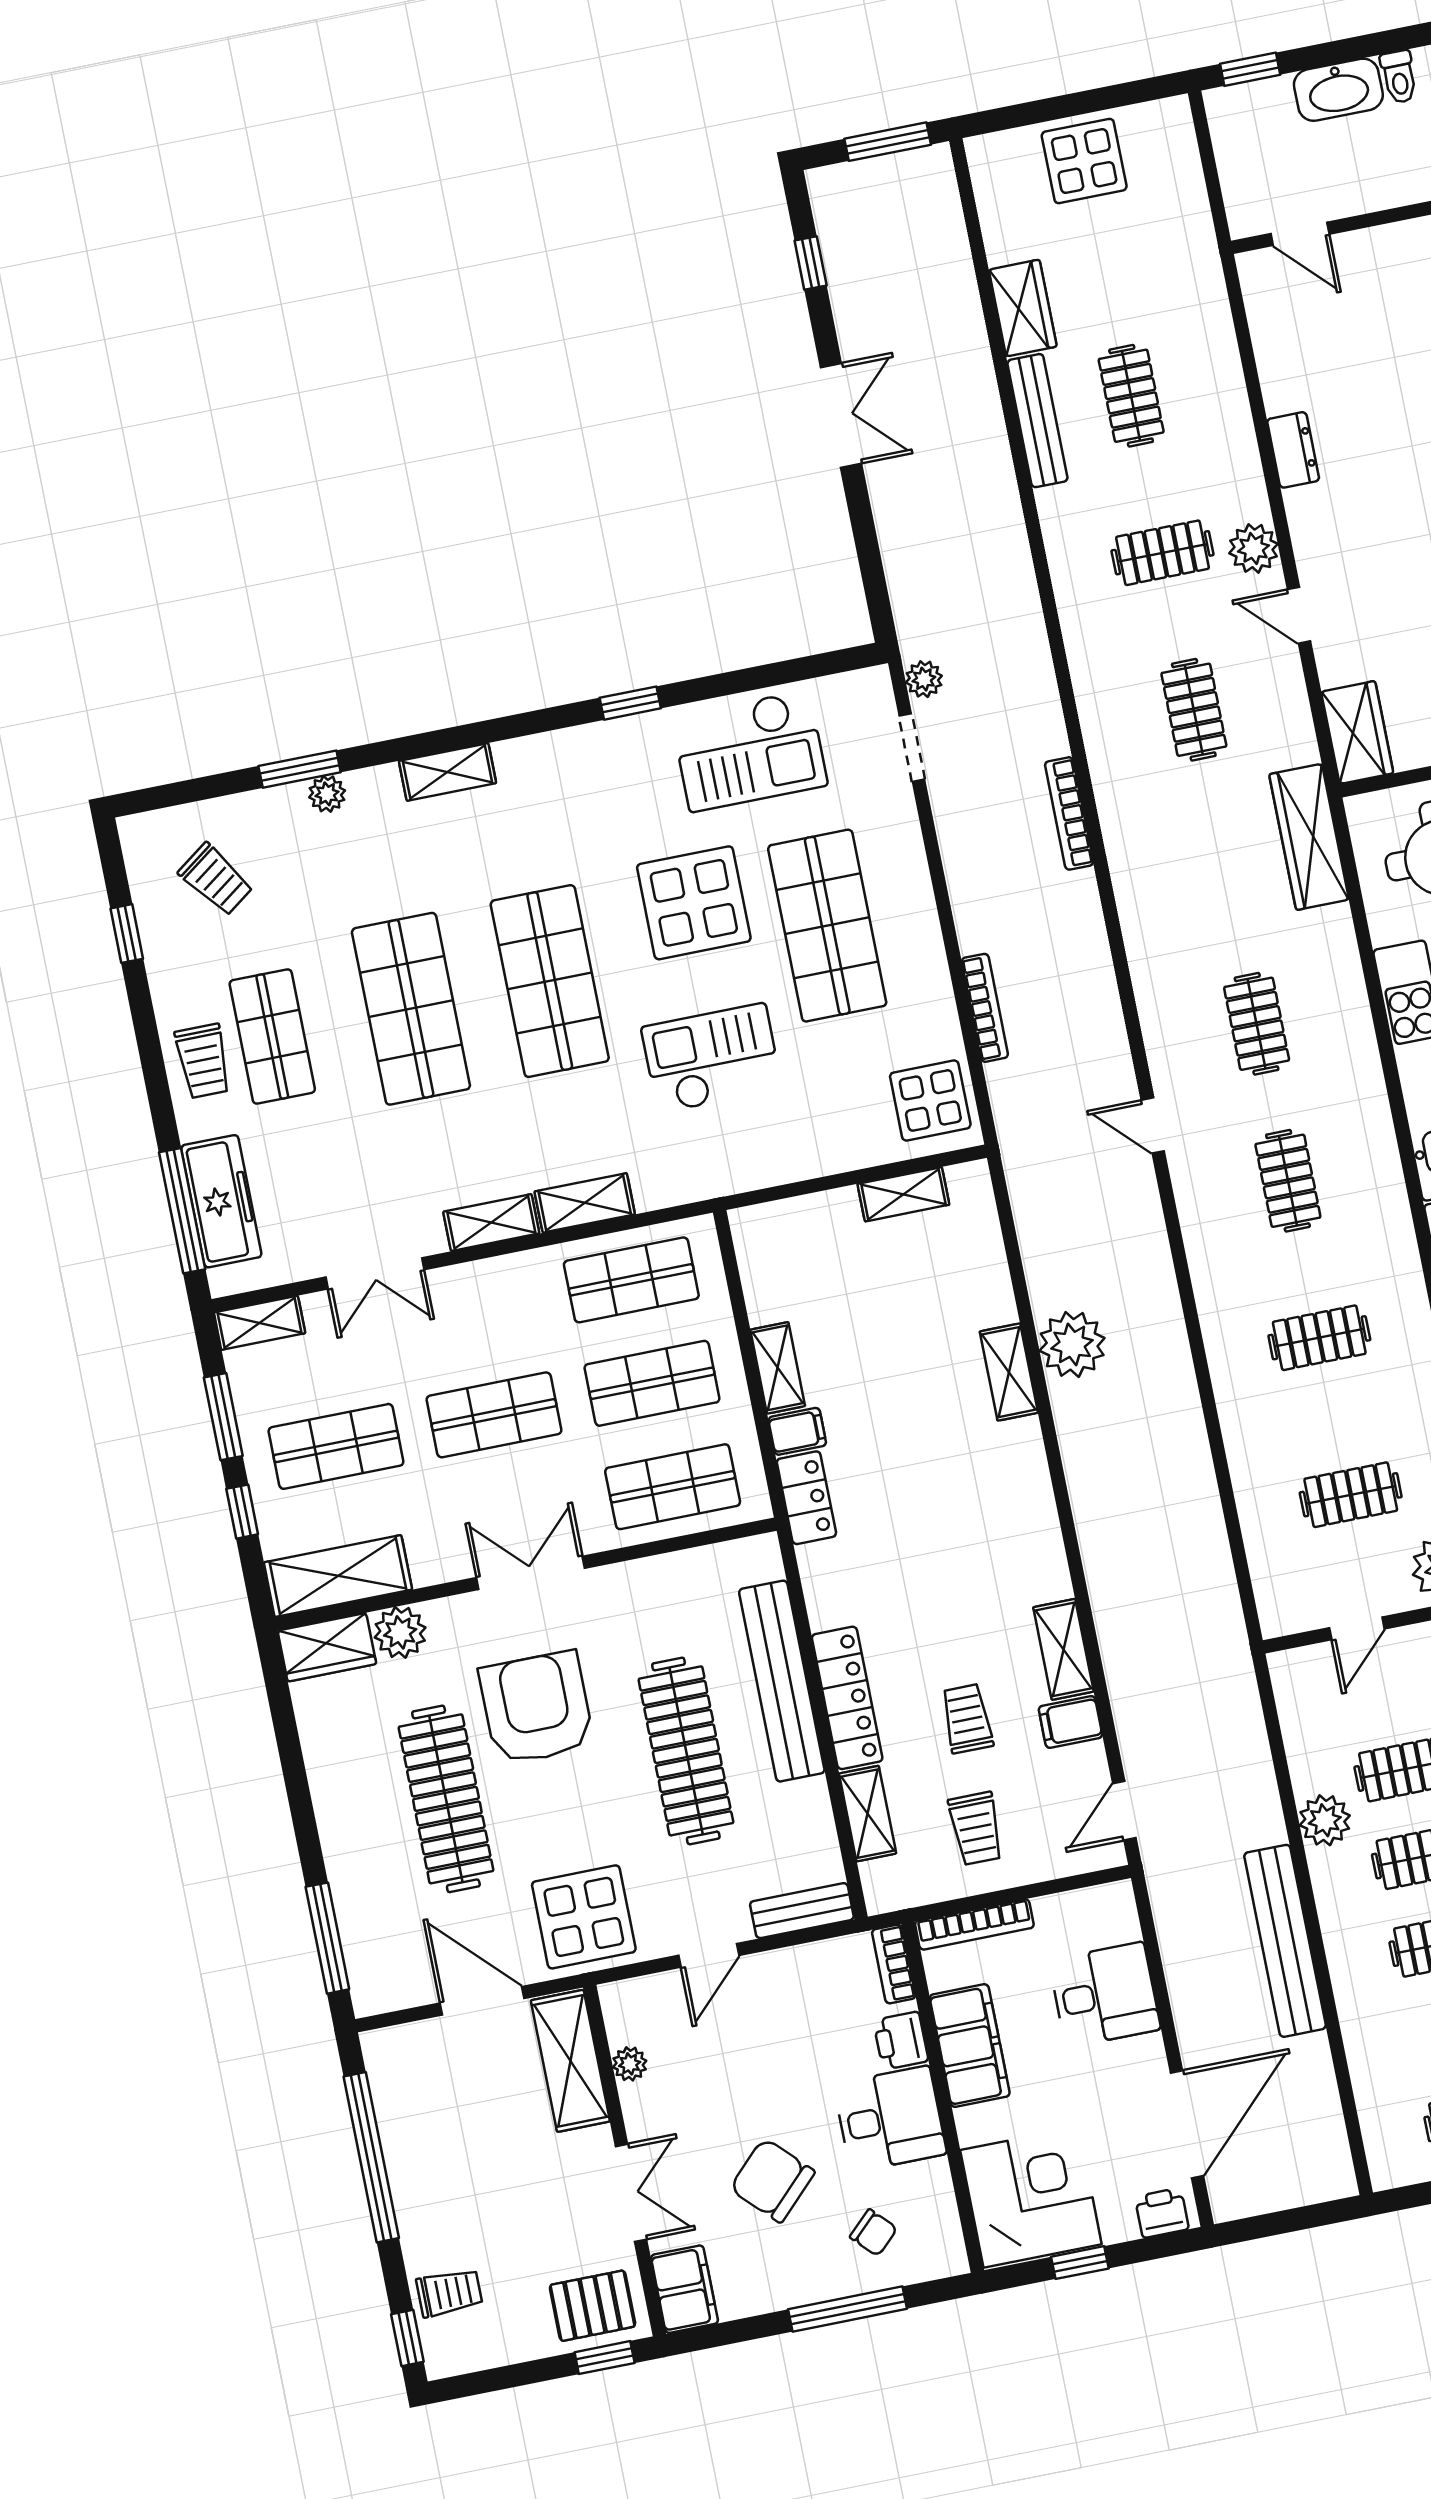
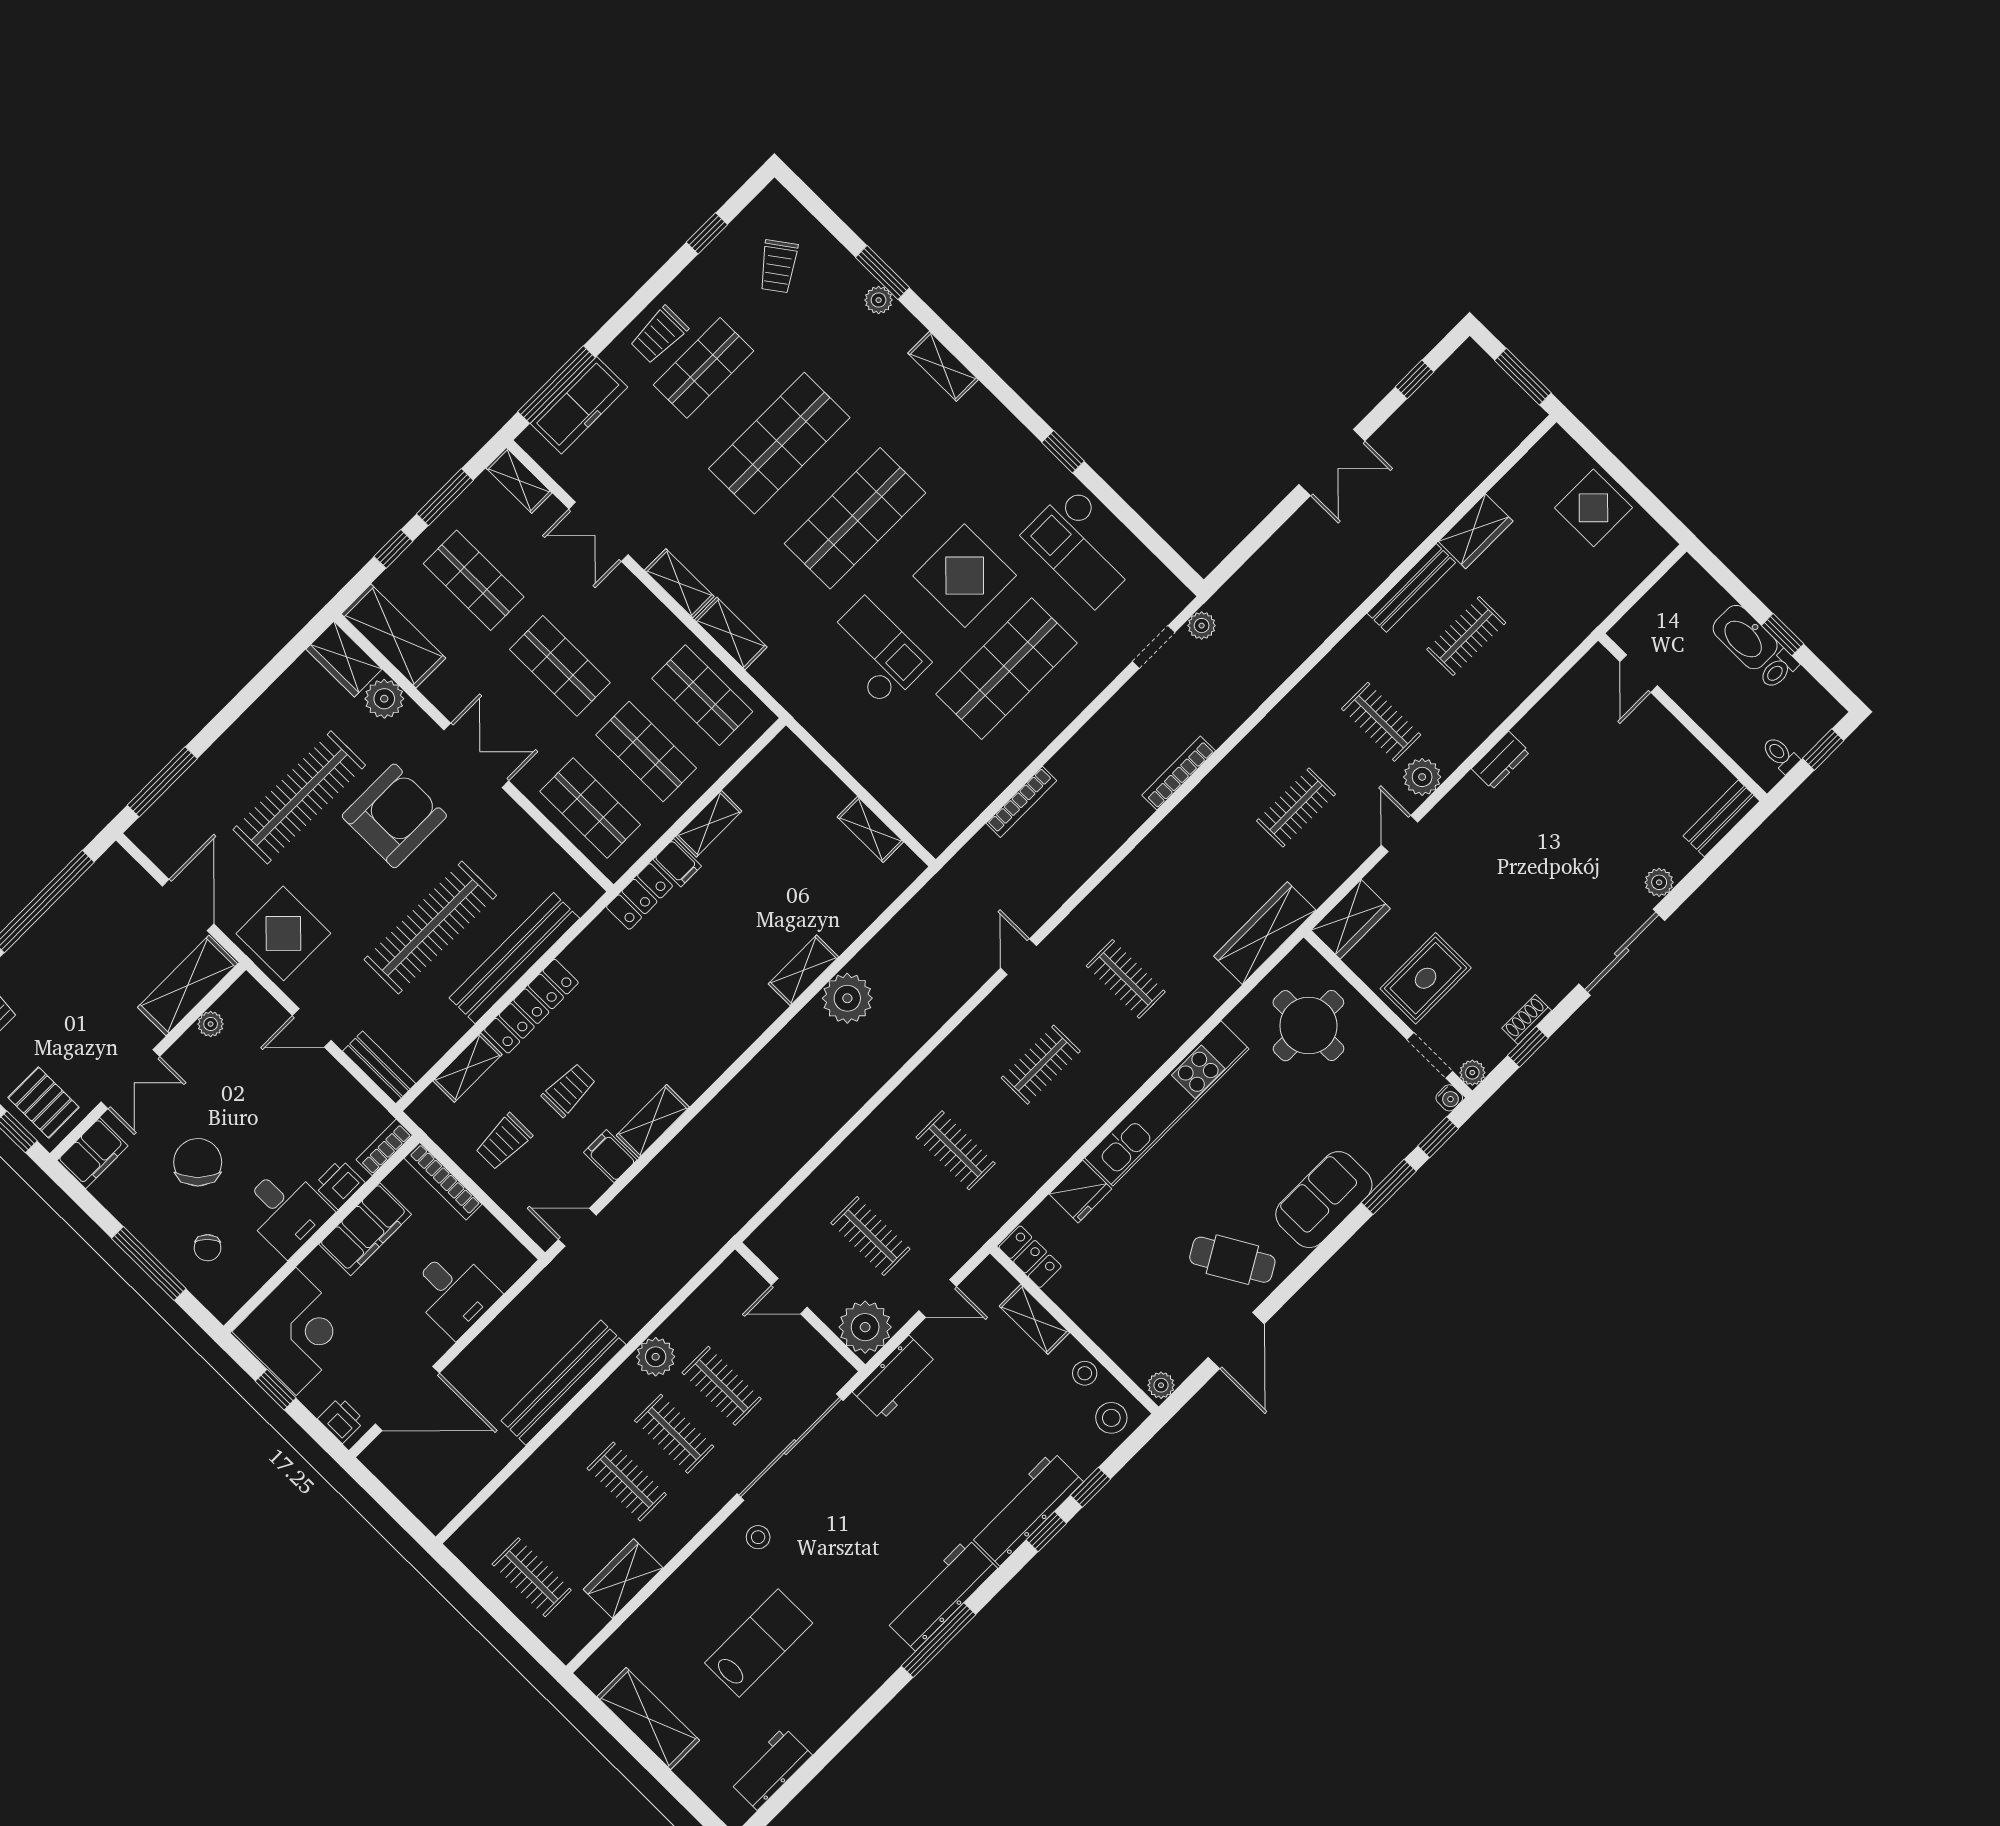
window: (1250, 69) -> (1783, 635), moved
clothes rail: (1257, 1024) -> (1126, 979), turned 90
display table: (930, 1100) -> (940, 807), removed

